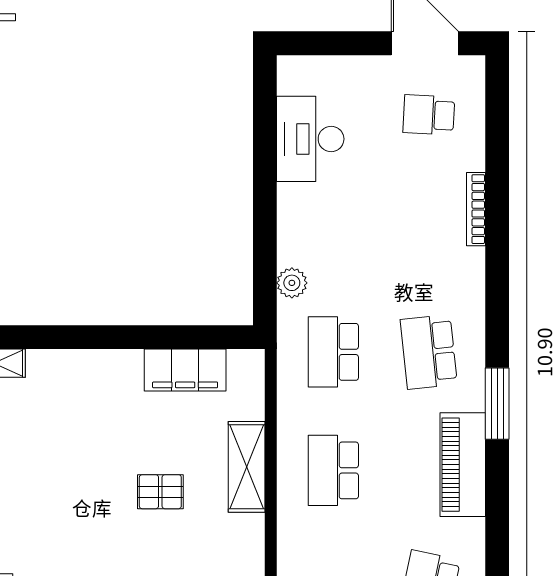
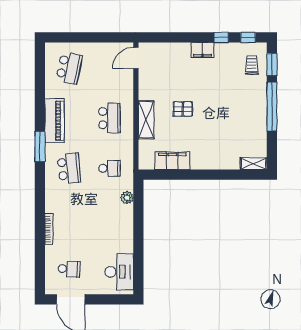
desk: (310, 139) -> (119, 272), moved
school desk: (333, 352) -> (109, 168), width x0.54

